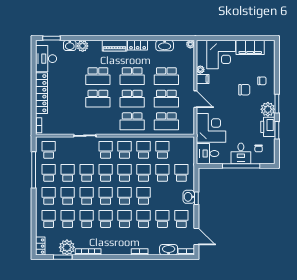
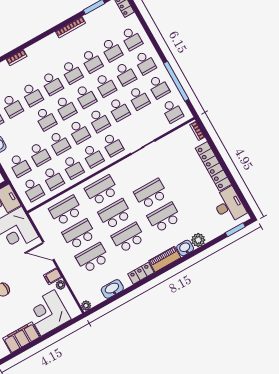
washbasin: (70, 45) -> (185, 248), moved
school desk: (181, 150) -> (33, 189), added
plant: (67, 247) -> (95, 19), removed

